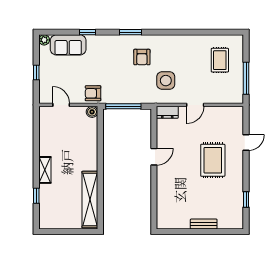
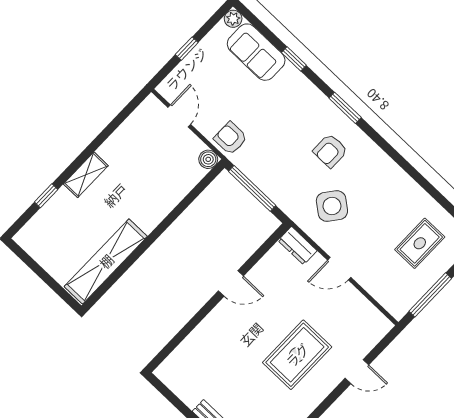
side table: (166, 81) -> (332, 206), turned 38

